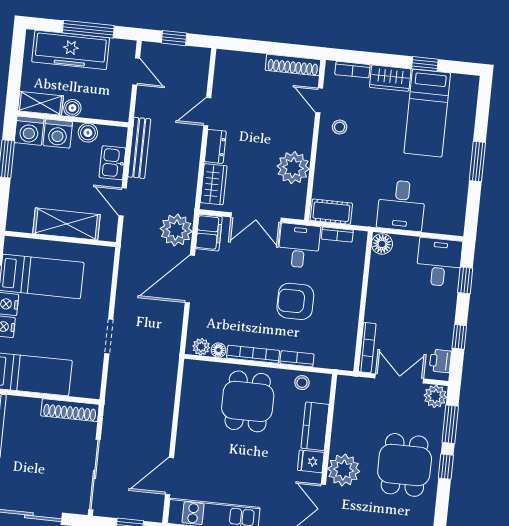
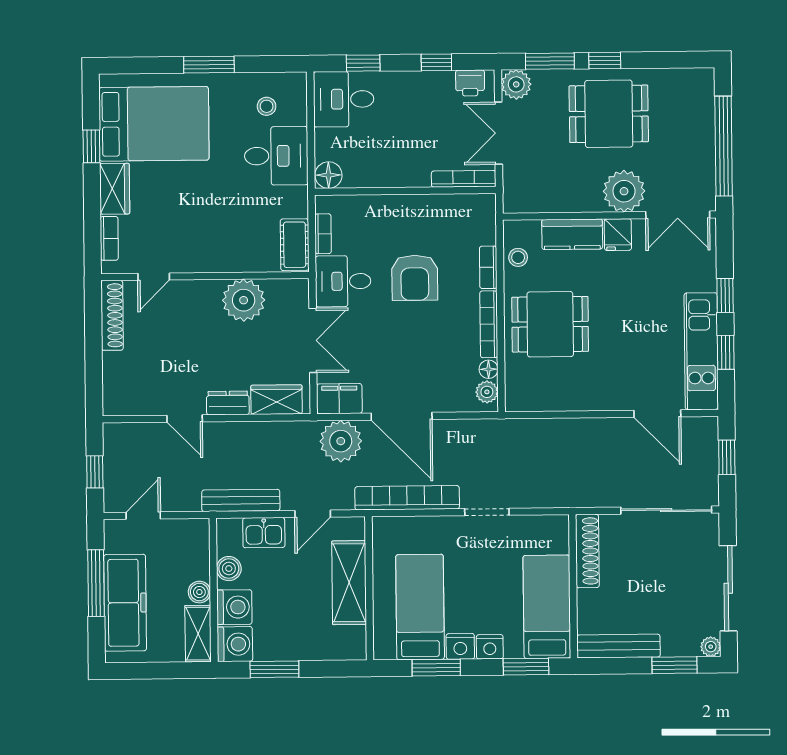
bed: (427, 113) -> (154, 124), width x1.50
stool: (340, 127) -> (267, 106), moved
bookcase: (127, 276) -> (407, 498), added

